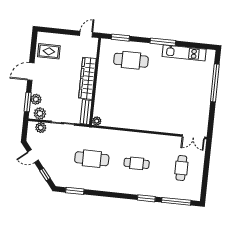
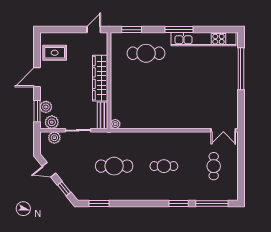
kitchen unit: (184, 53) -> (204, 39), width x1.36

